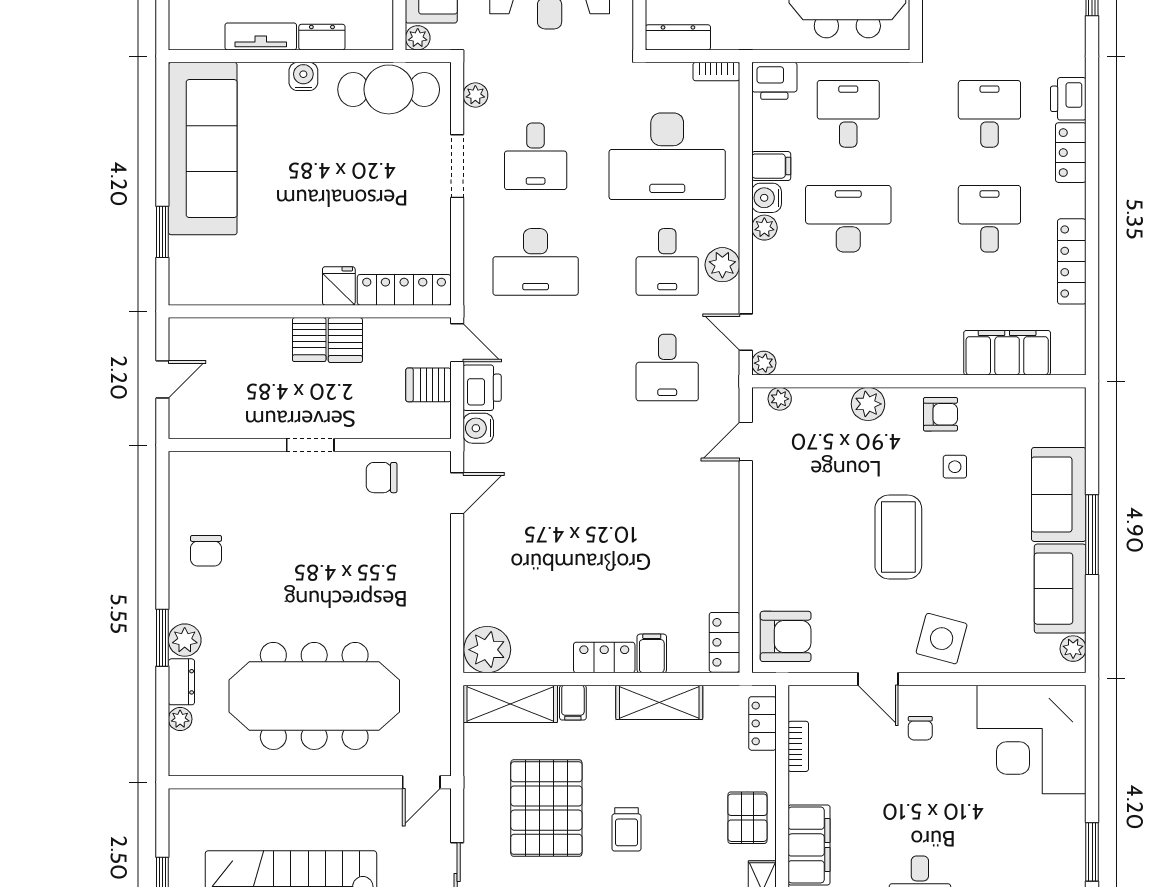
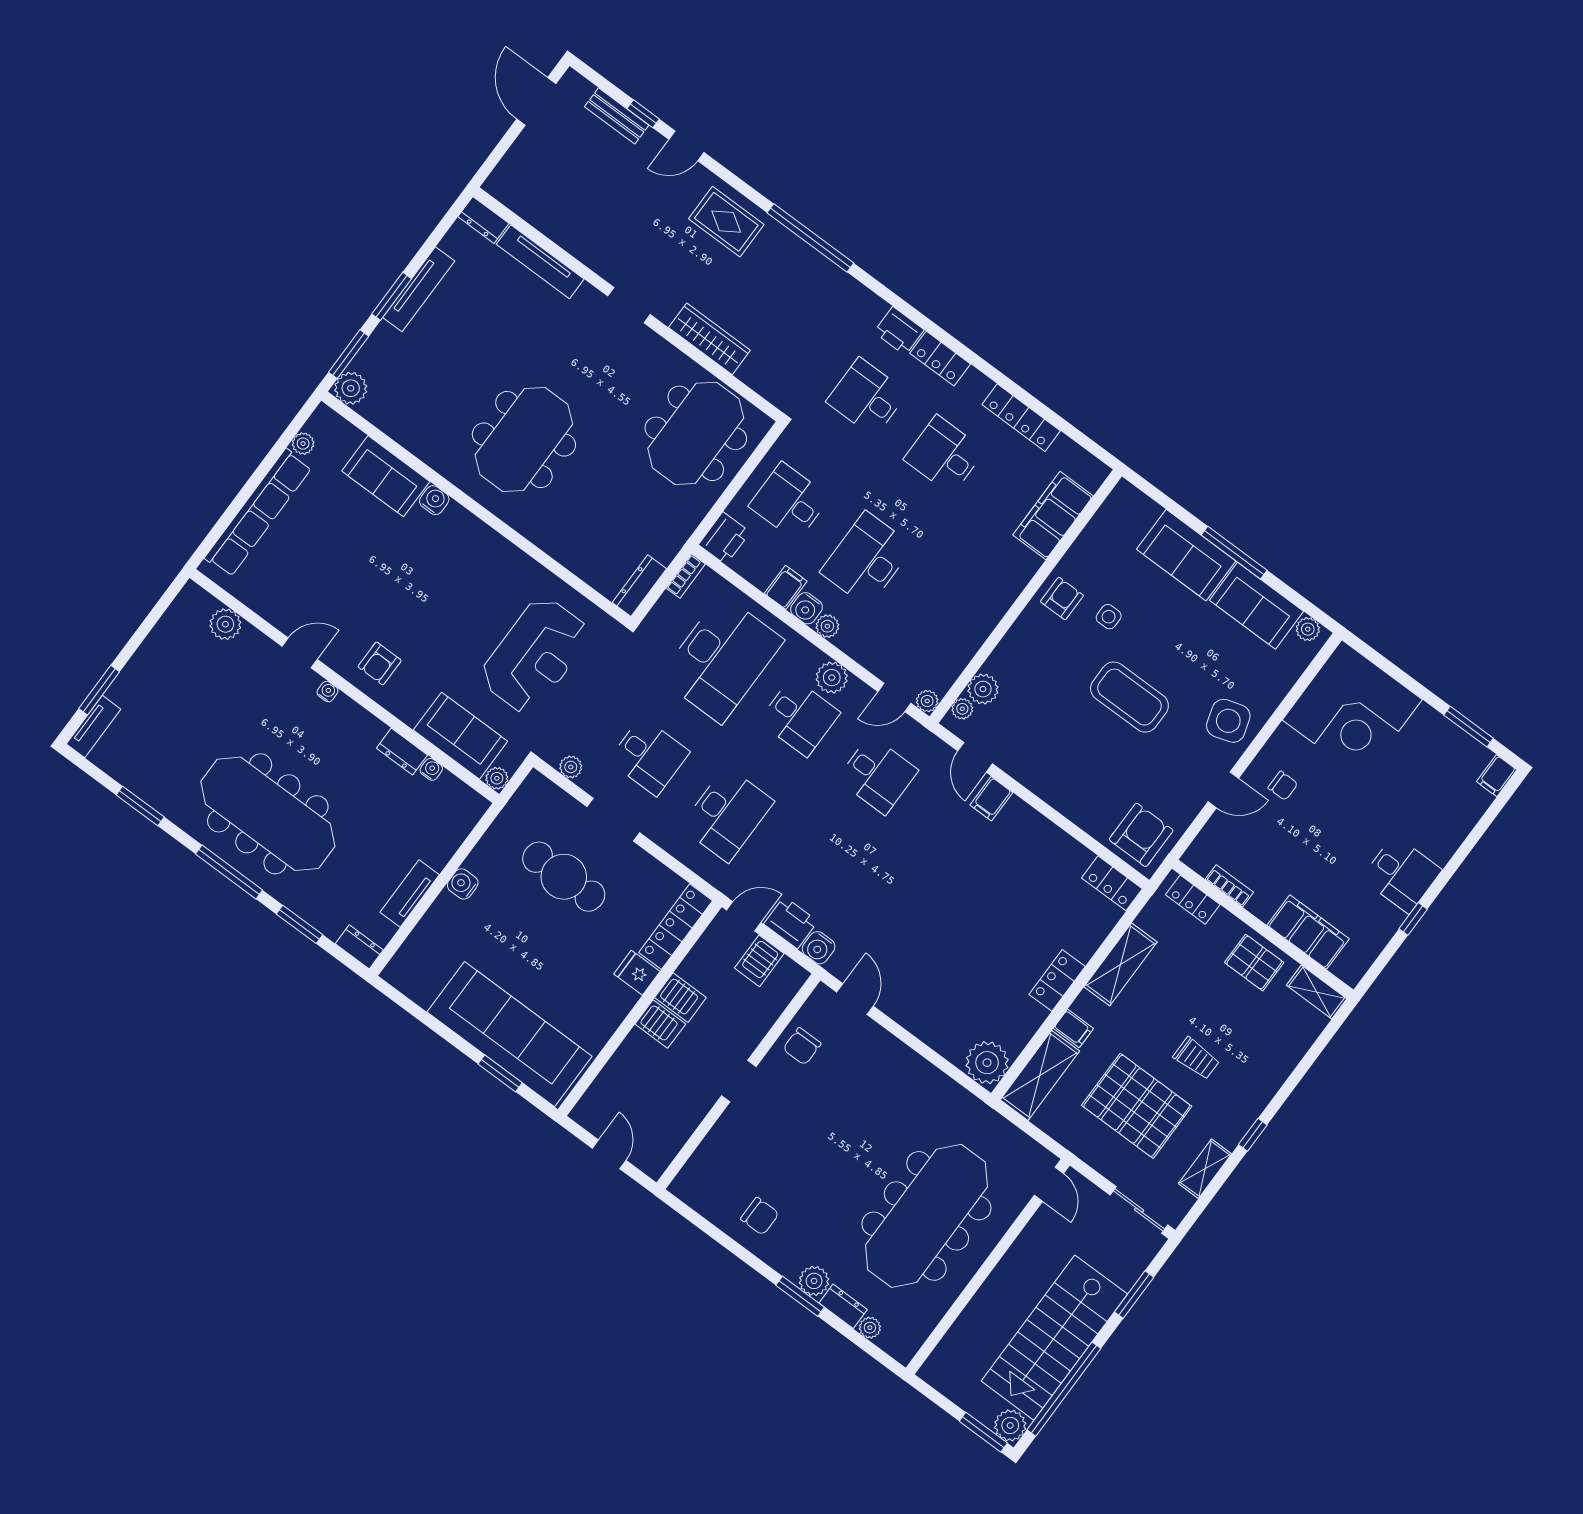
dresser: (322, 37) -> (359, 947), moved, turned 90
cafe table: (389, 89) -> (564, 877), moved, turned 90
sofa: (203, 149) -> (510, 1034), moved
plant: (868, 404) -> (983, 689), moved
side table: (942, 639) -> (1228, 721), turned -32
filing cabinet: (652, 653) -> (991, 799), moved, turned -90

